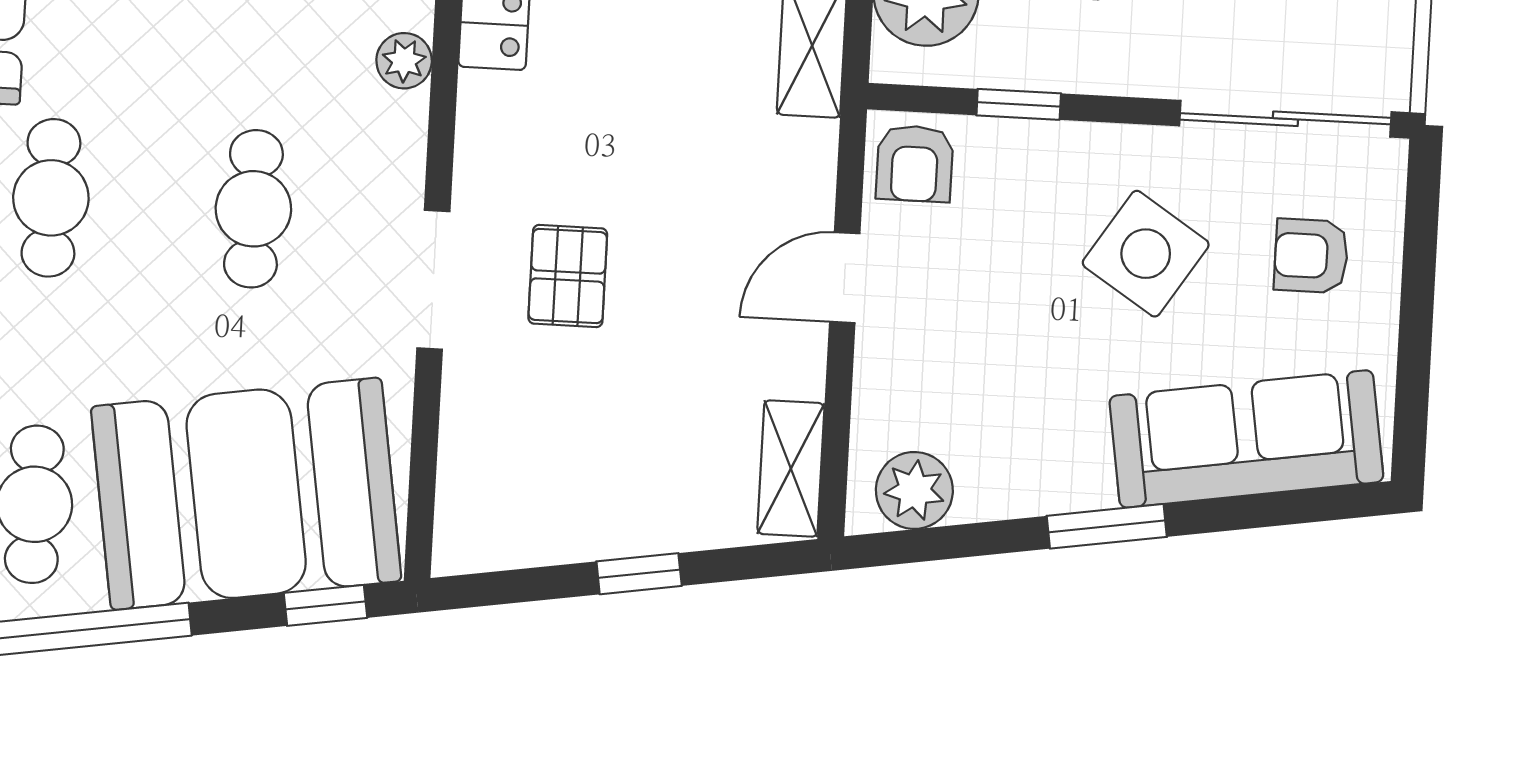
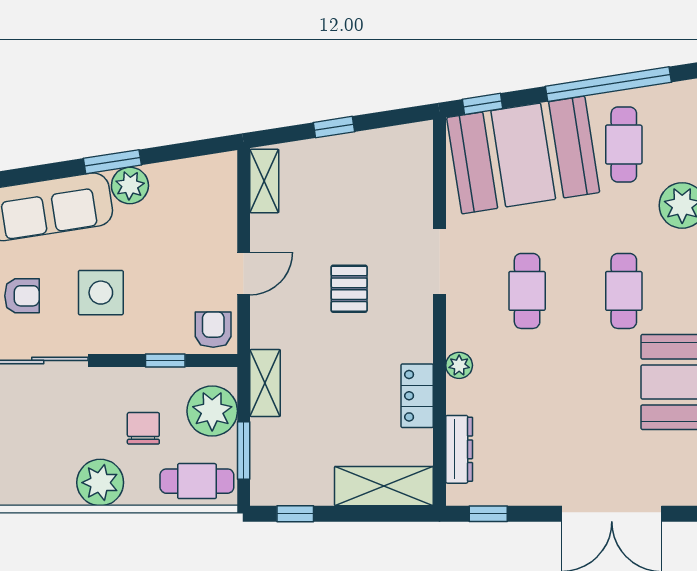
side table: (1146, 254) -> (101, 293), turned -33
pallet: (568, 276) -> (349, 289), moved
plant: (914, 490) -> (130, 186), moved

